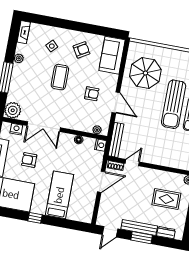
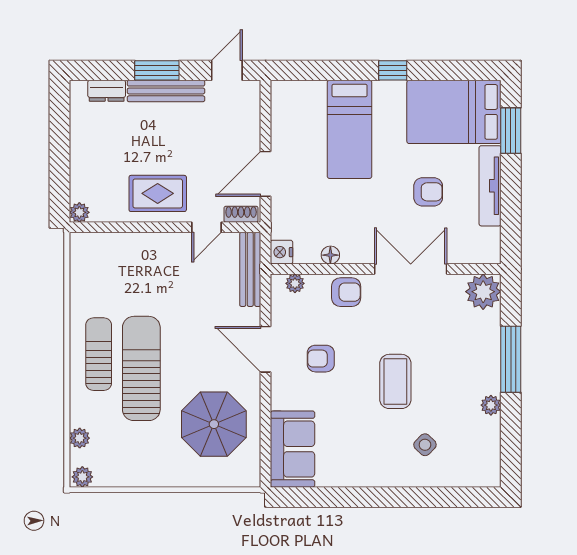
fireplace: (24, 32) -> (491, 463), removed
armchair: (82, 50) -> (346, 292), moved, turned -149
nightstand: (16, 129) -> (468, 253), removed
rug: (166, 199) -> (158, 193), moved

